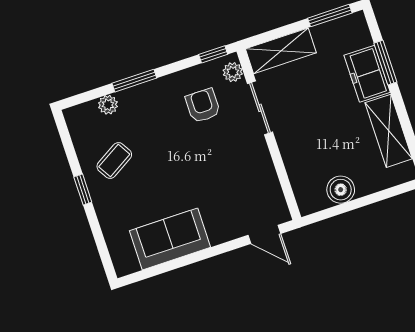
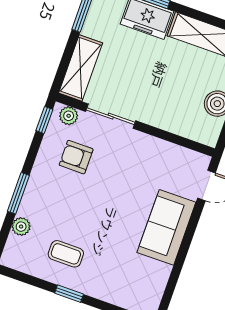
coffee table: (114, 161) -> (66, 254), turned -59
sofa: (170, 239) -> (166, 227), moved

